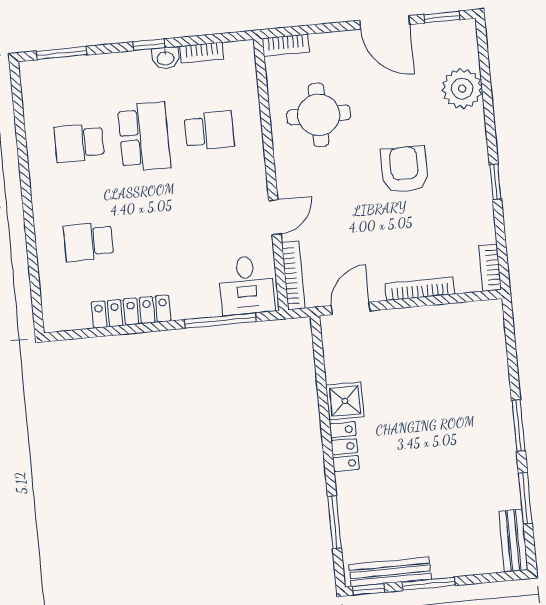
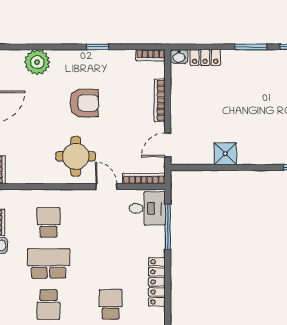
round table: (319, 115) -> (76, 156), moved
armchair: (404, 170) -> (84, 103), turned 180
school desk: (88, 242) -> (111, 304), turned 180
door: (350, 308) -> (168, 145), hinge flipped
washbasin: (492, 313) -> (179, 57), added
locker: (344, 447) -> (205, 58), moved, turned 180

